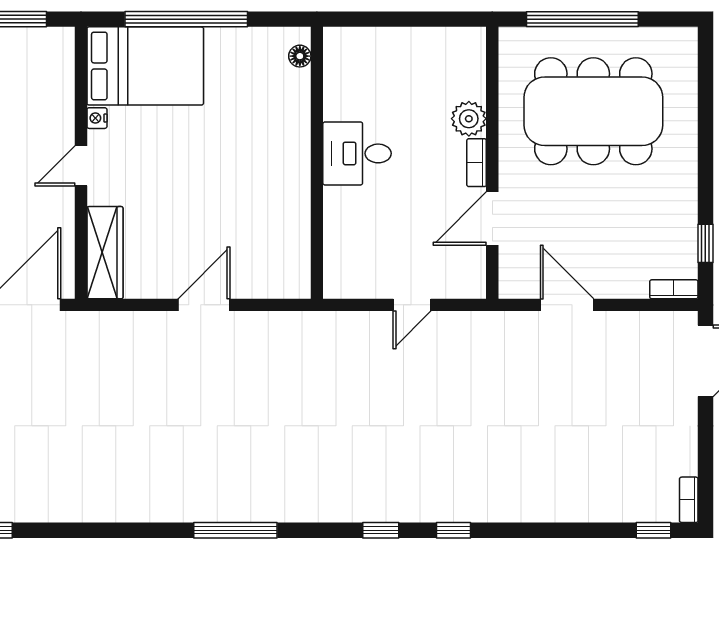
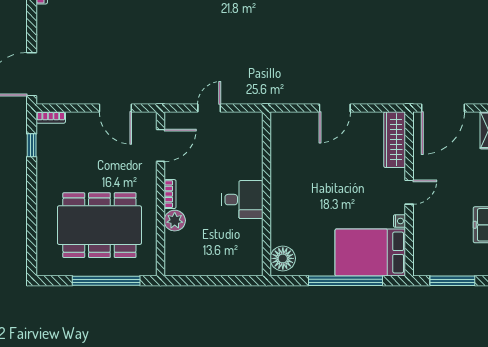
floor lamp: (300, 56) -> (283, 258), width x1.89, depth x1.89
door: (492, 218) -> (161, 145), moved

